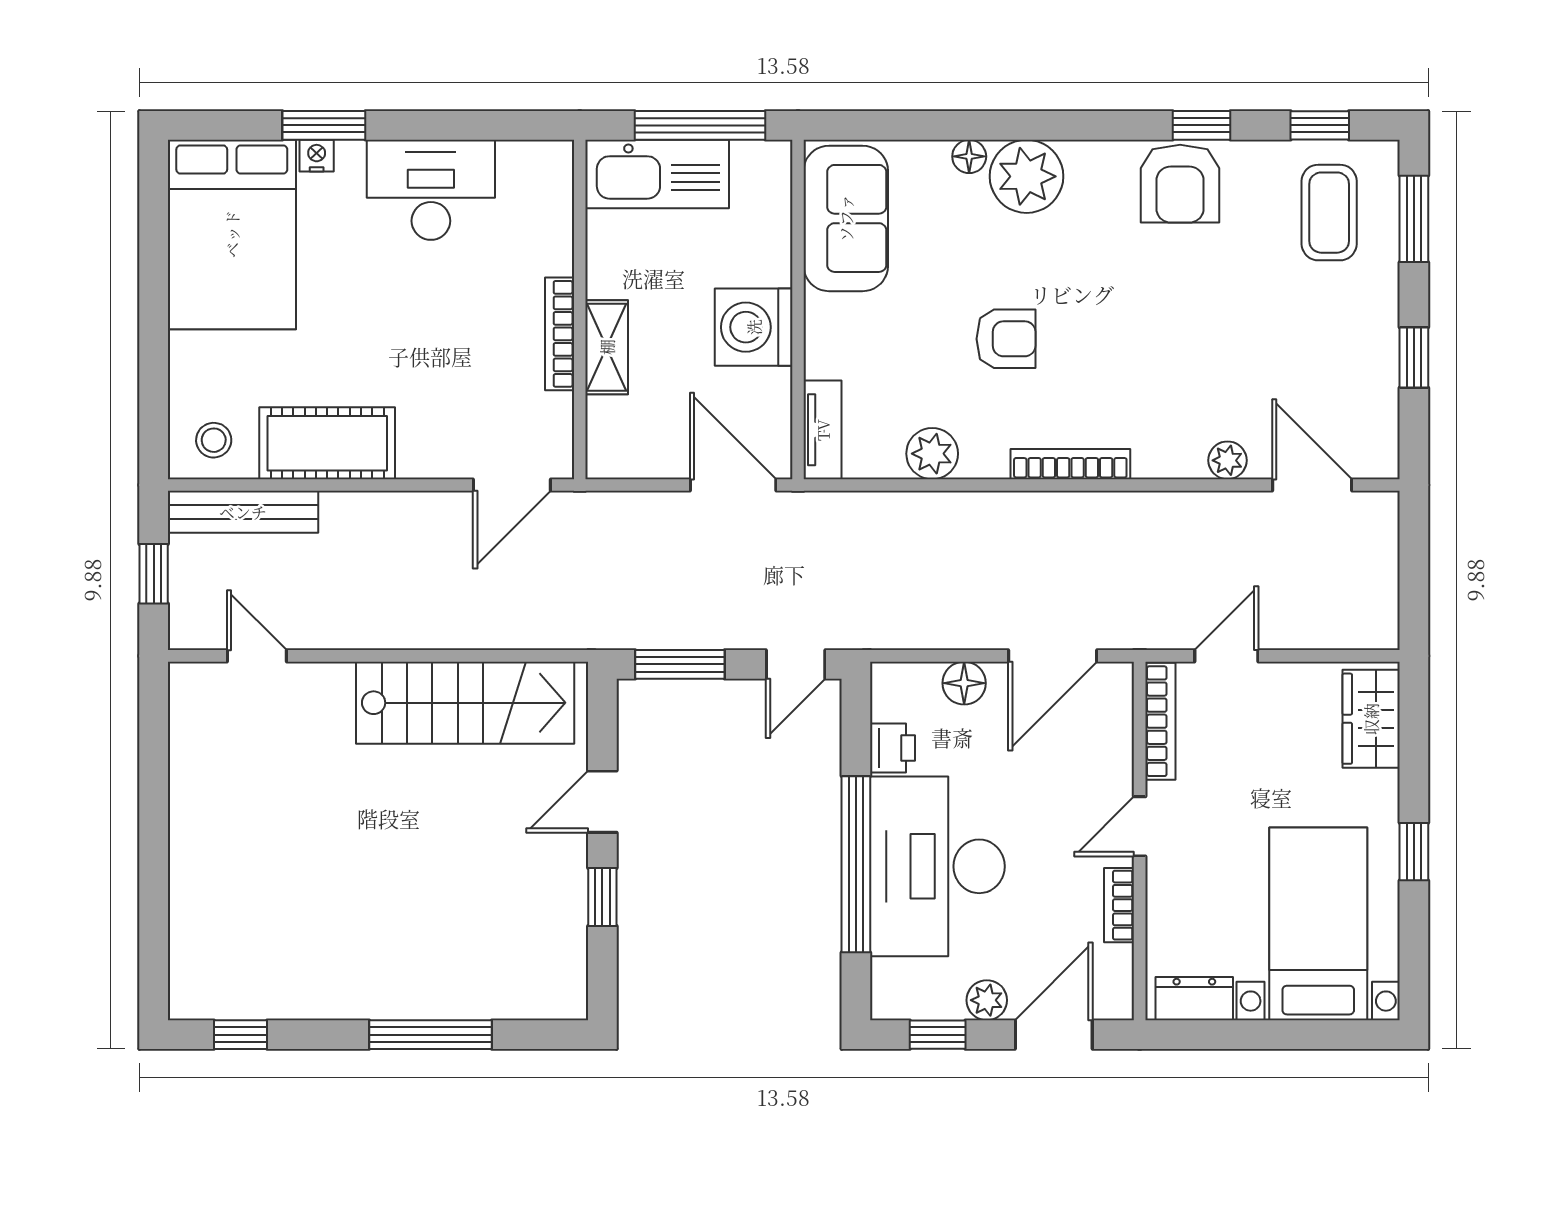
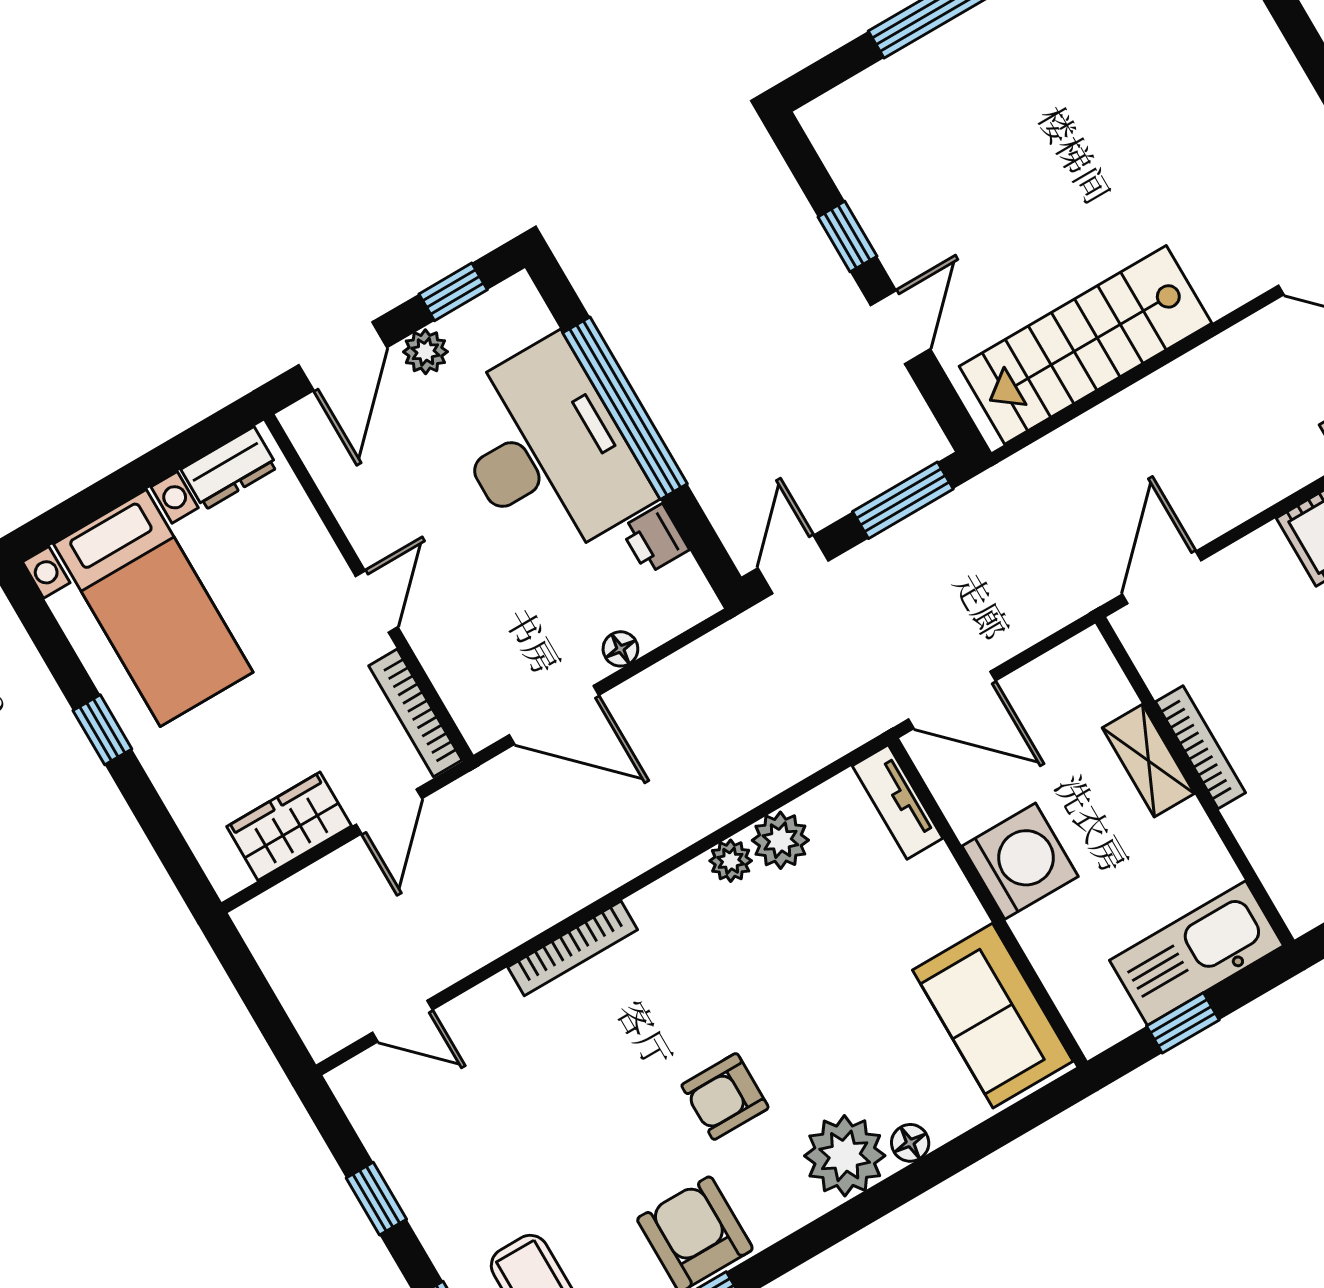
window: (700, 125) -> (1183, 1023), width x0.46
armchair: (1006, 339) -> (725, 1096), moved
plant: (1227, 460) -> (731, 861), moved
bookcase: (1070, 464) -> (573, 948), moved
door: (1312, 485) -> (402, 1021), width x0.73
door: (1053, 656) -> (554, 715), swing flipped
floor lamp: (964, 683) -> (620, 649), width x0.73, depth x0.73
wardrobe: (1371, 719) -> (289, 826), moved, turned -90
bookcase: (1119, 905) -> (353, 515), removed

